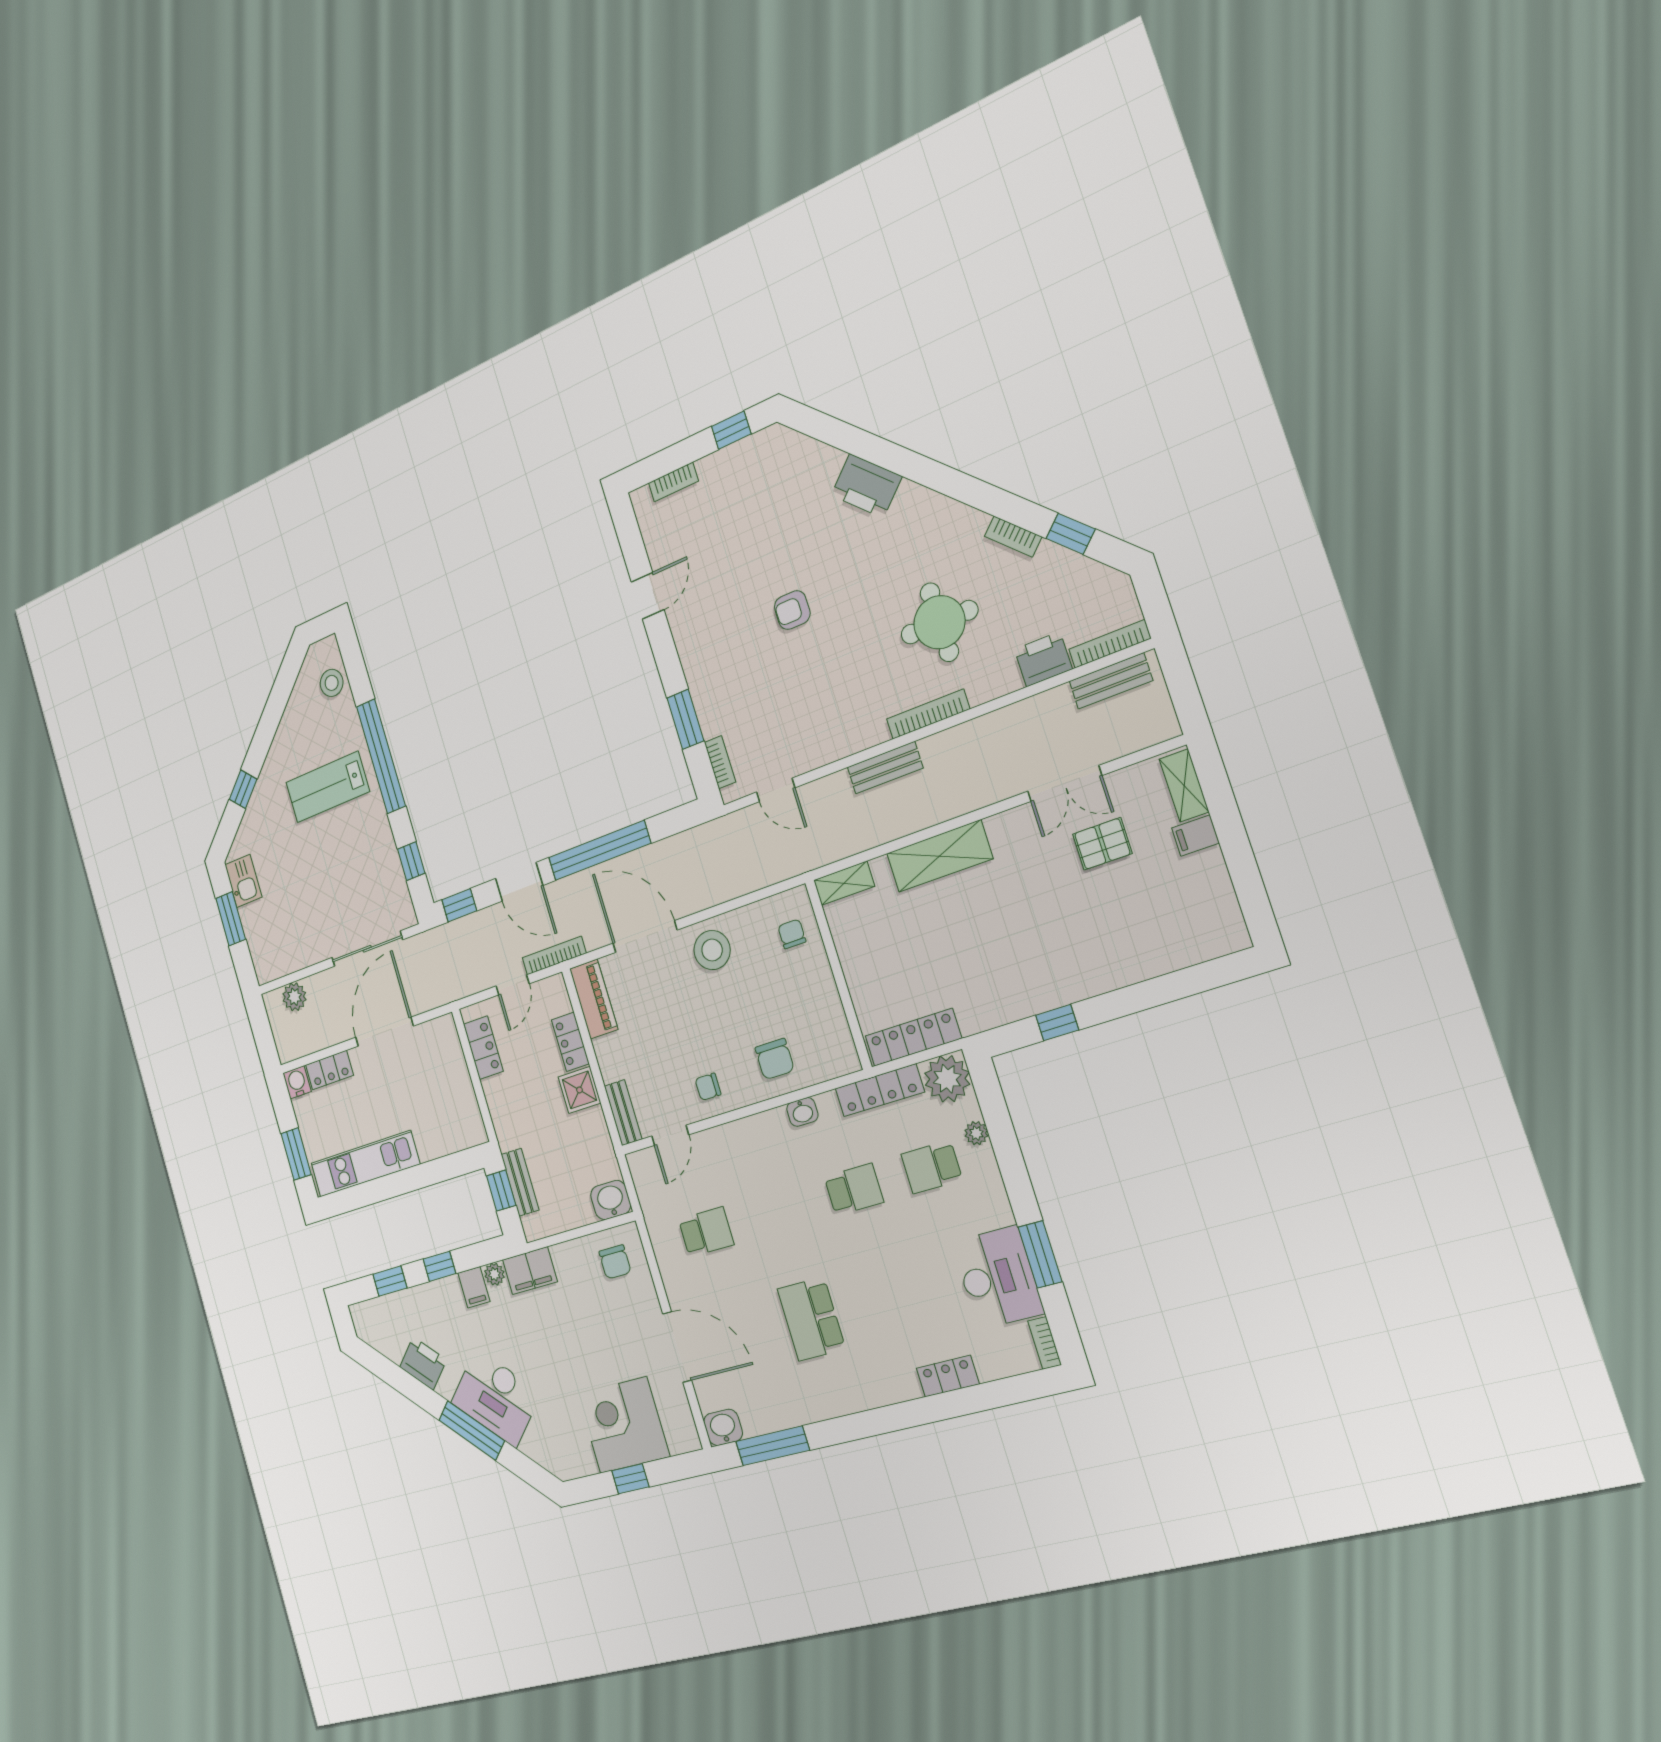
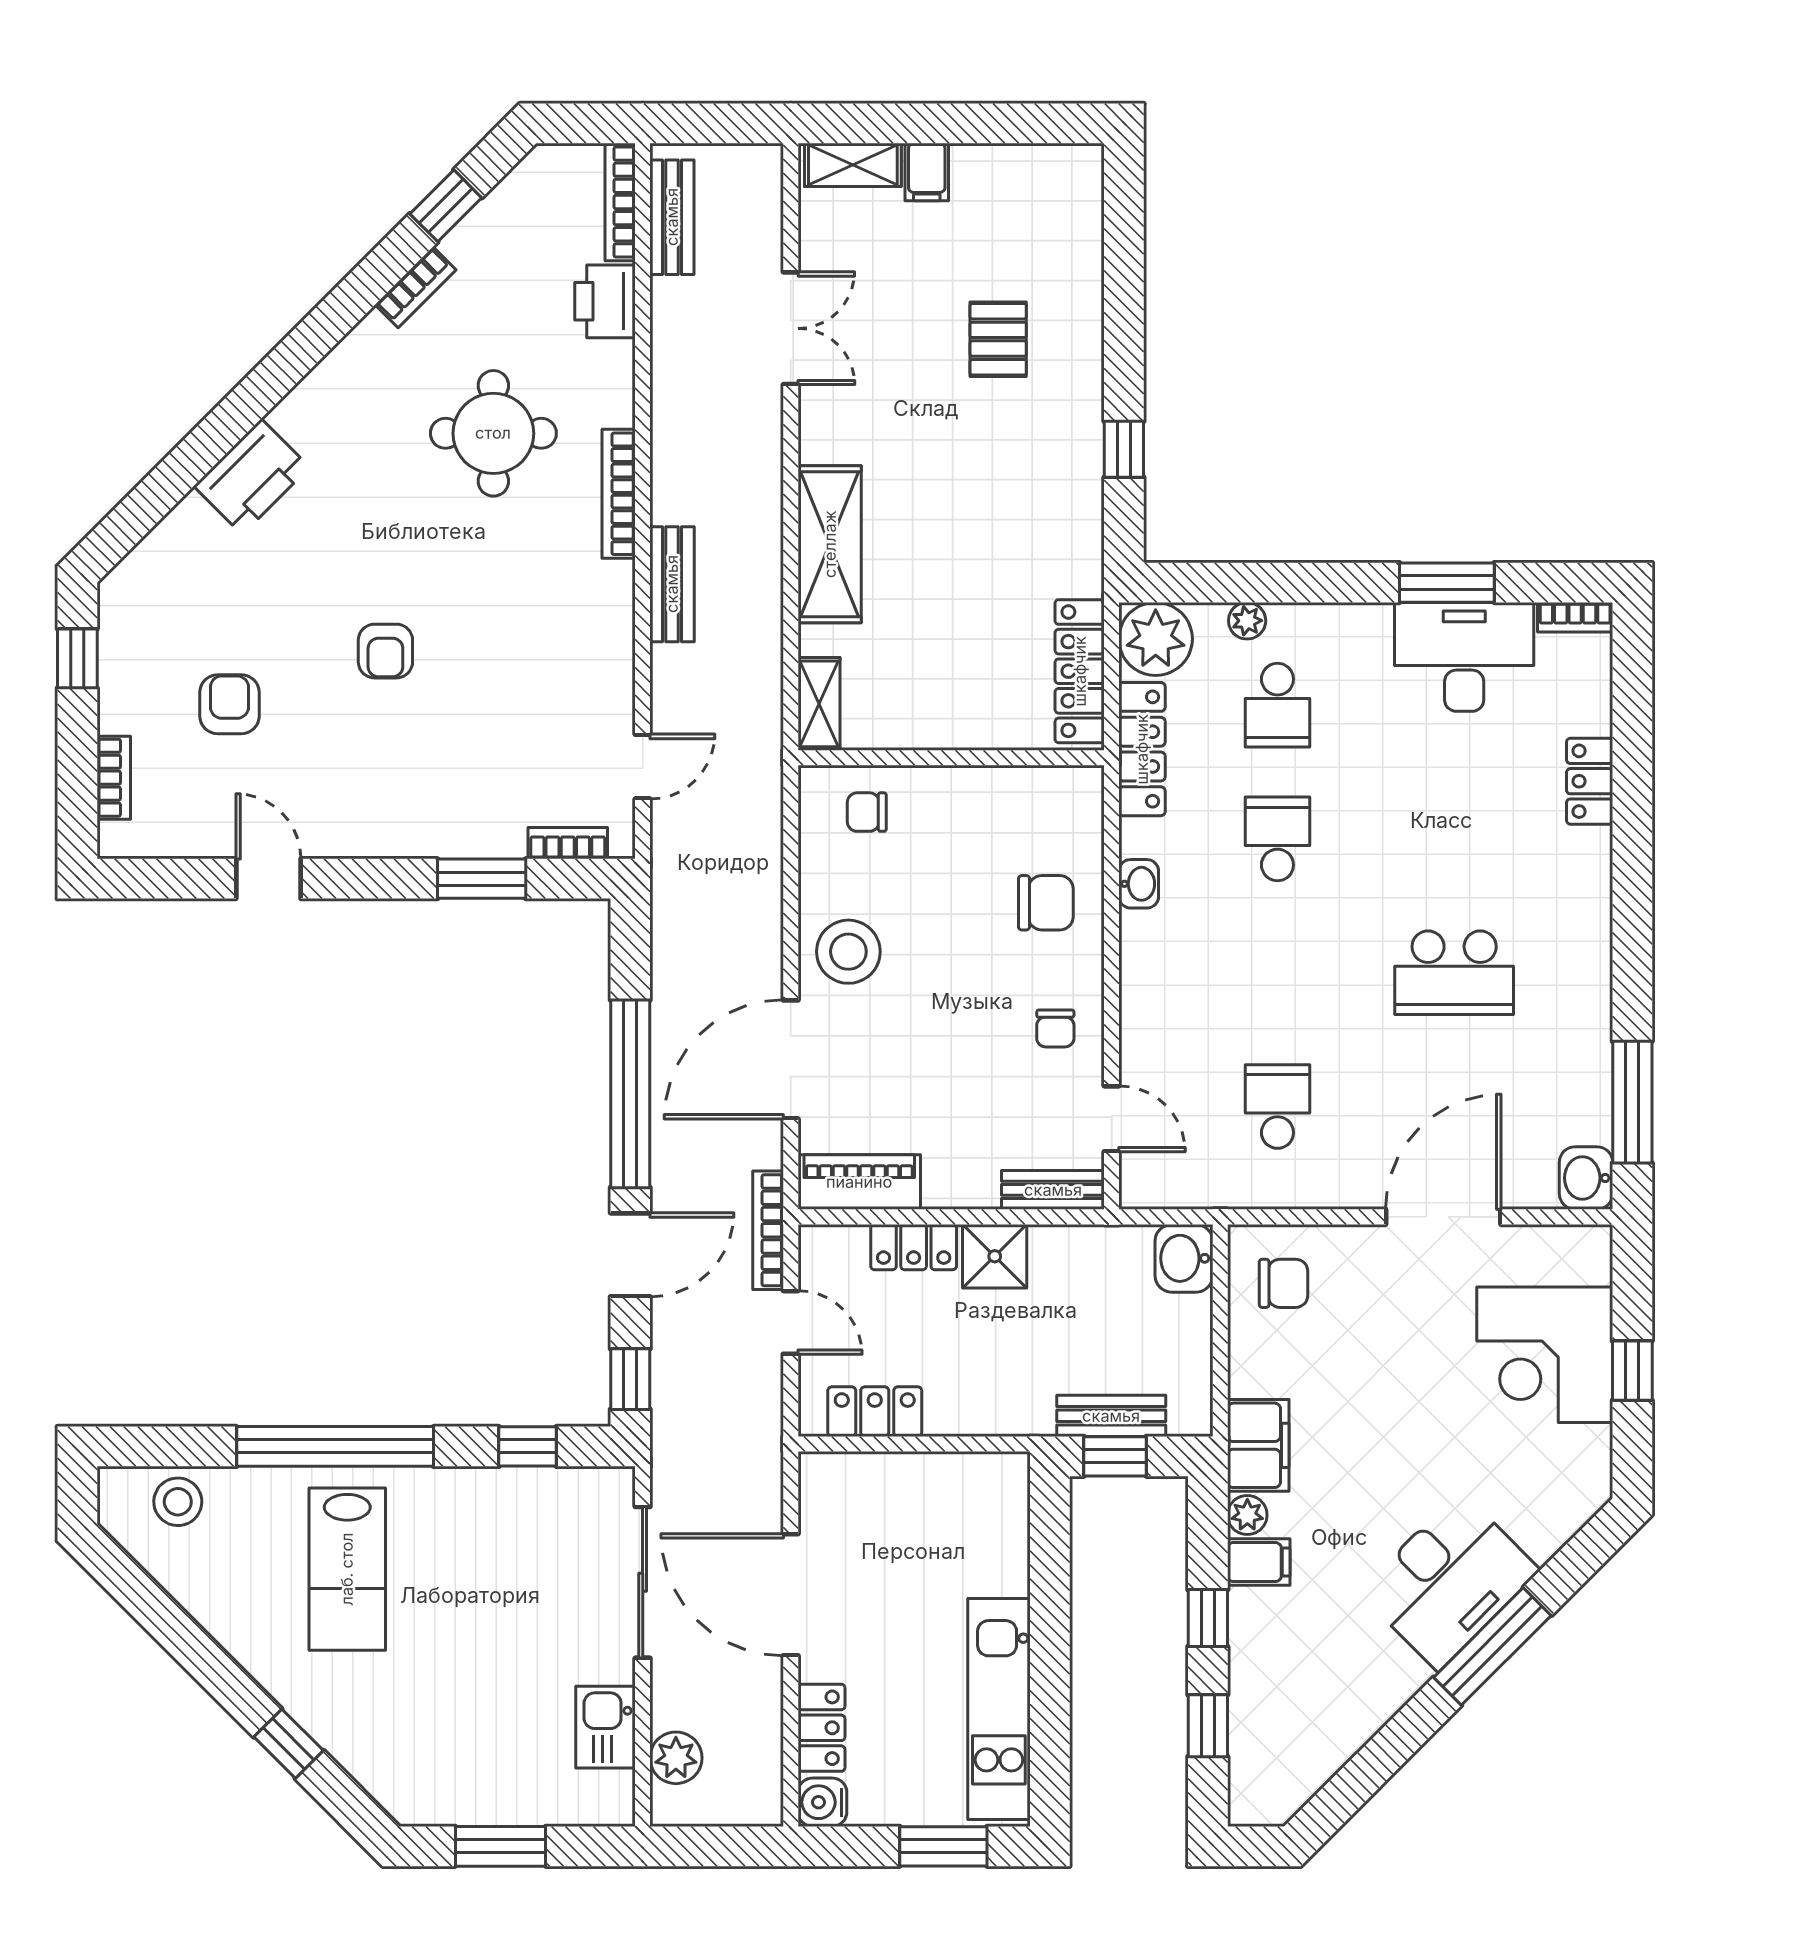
armchair: (734, 531) -> (229, 704), added
pallet: (1102, 844) -> (998, 339), moved
kitchen sink: (243, 881) -> (605, 1727), moved, turned -90
printer: (423, 1363) -> (1361, 1705), removed

